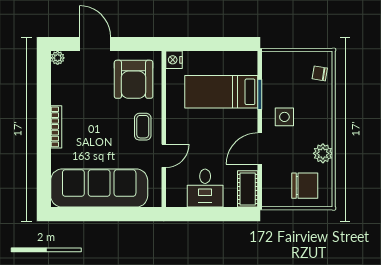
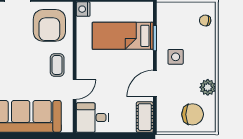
desk: (205, 188) -> (92, 118), moved, turned 90

